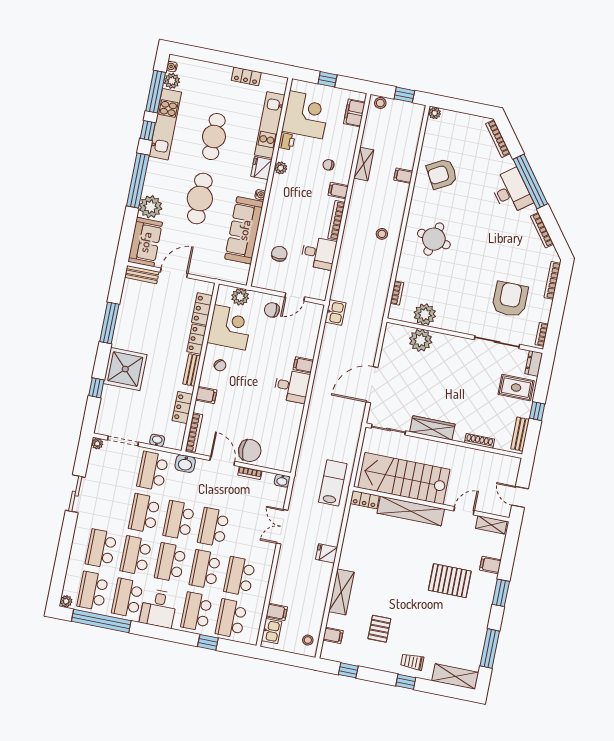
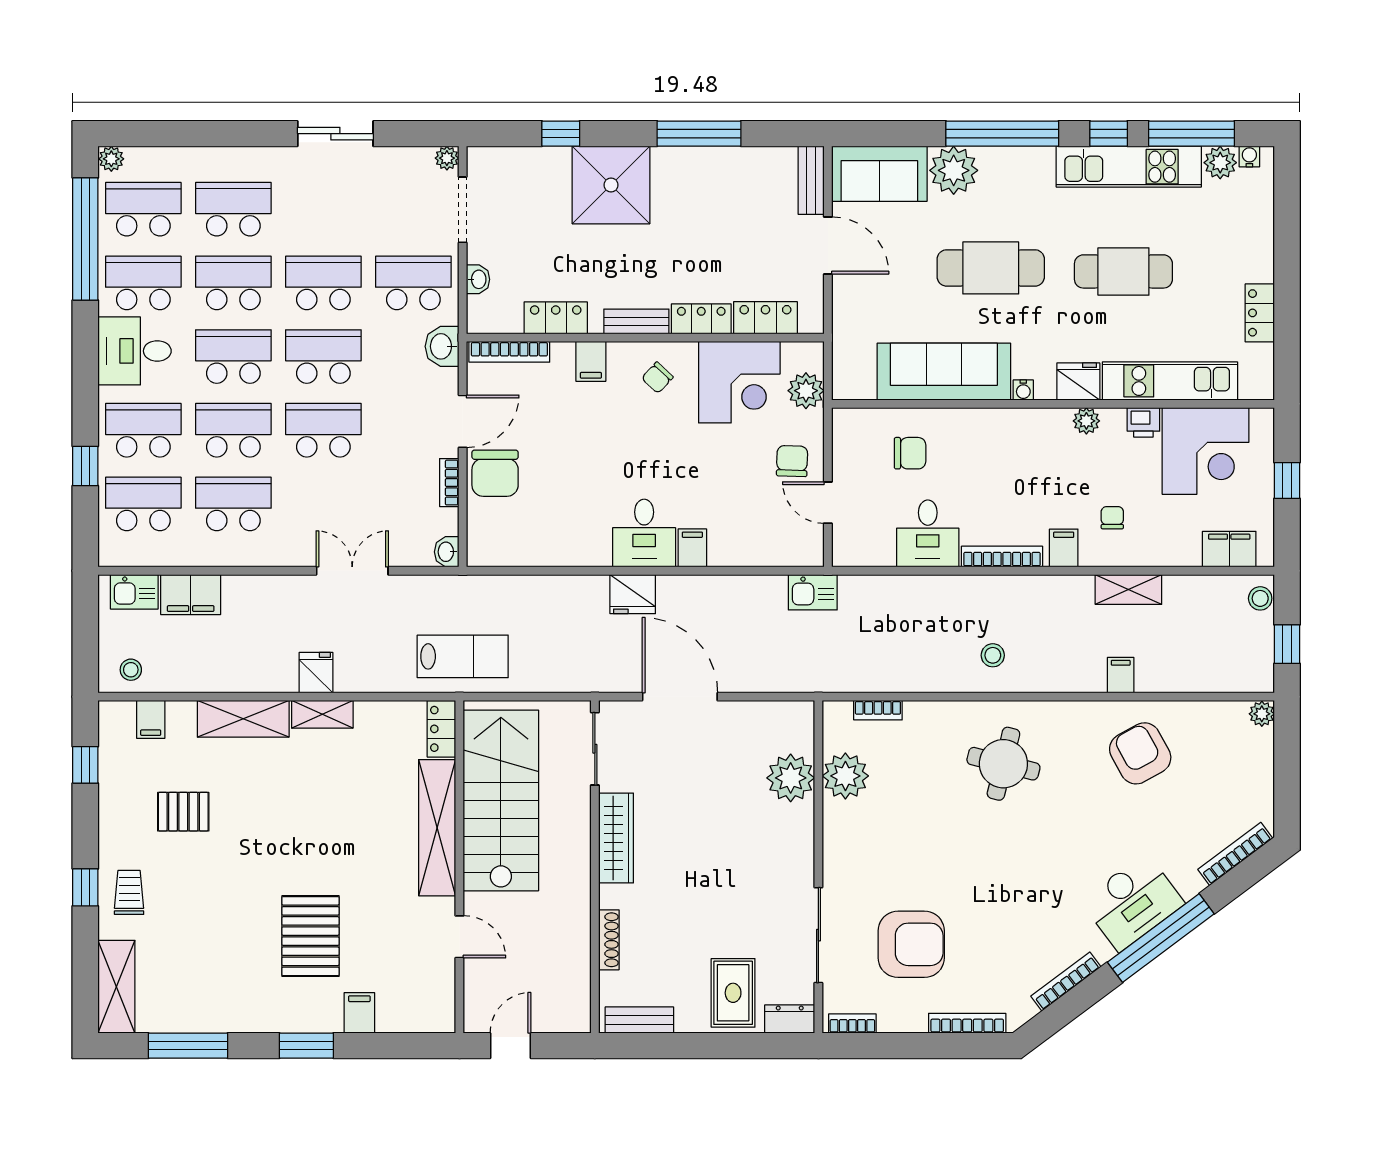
fridge: (319, 397) -> (633, 594), added
window: (537, 411) -> (693, 1046), removed
shelving: (491, 525) -> (322, 714), moved, turned 90
filing cabinet: (277, 612) -> (191, 595), width x2.00

